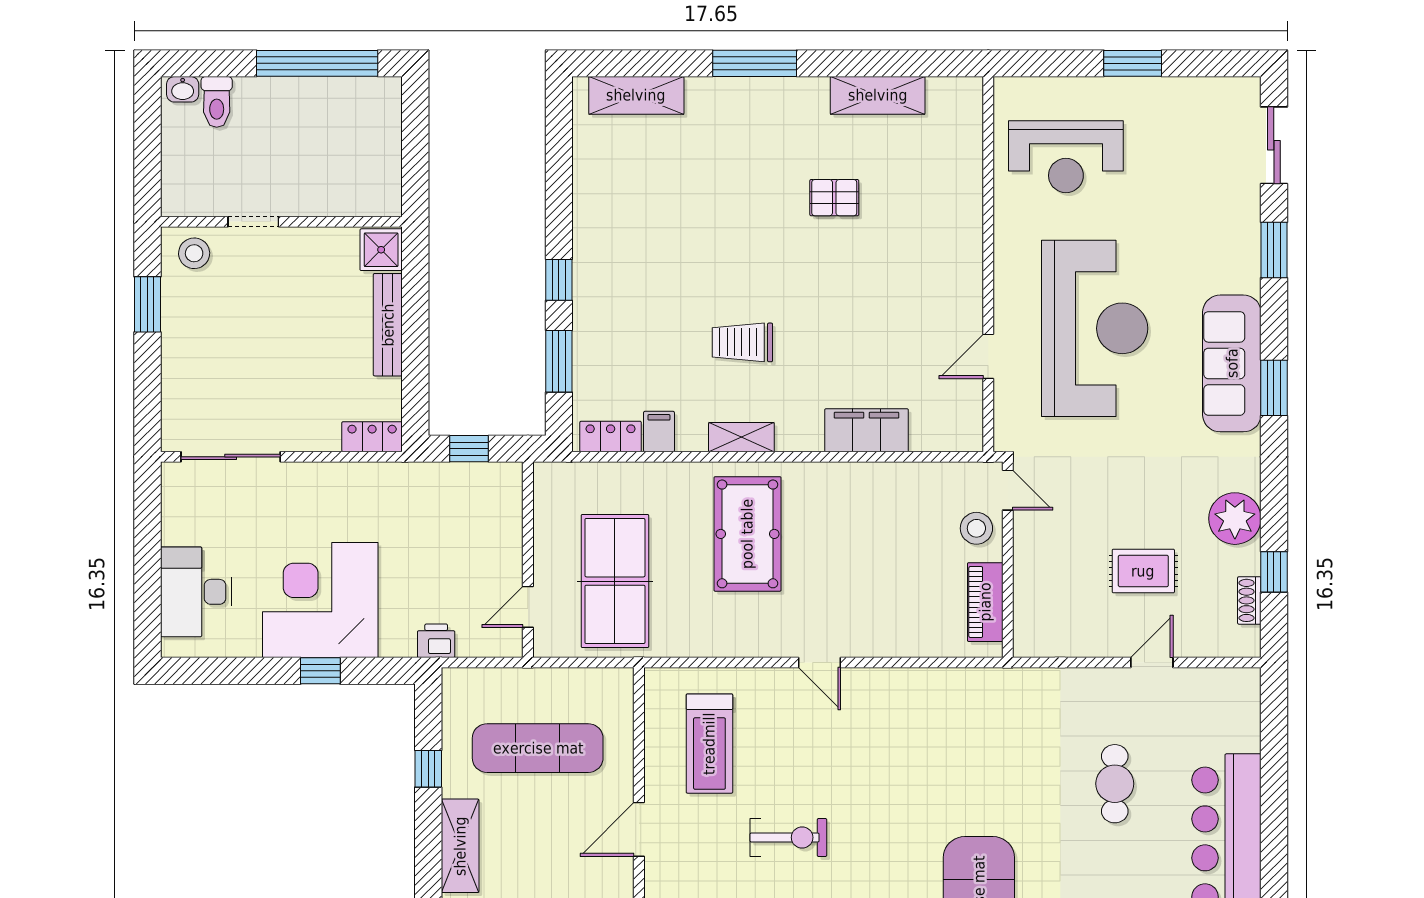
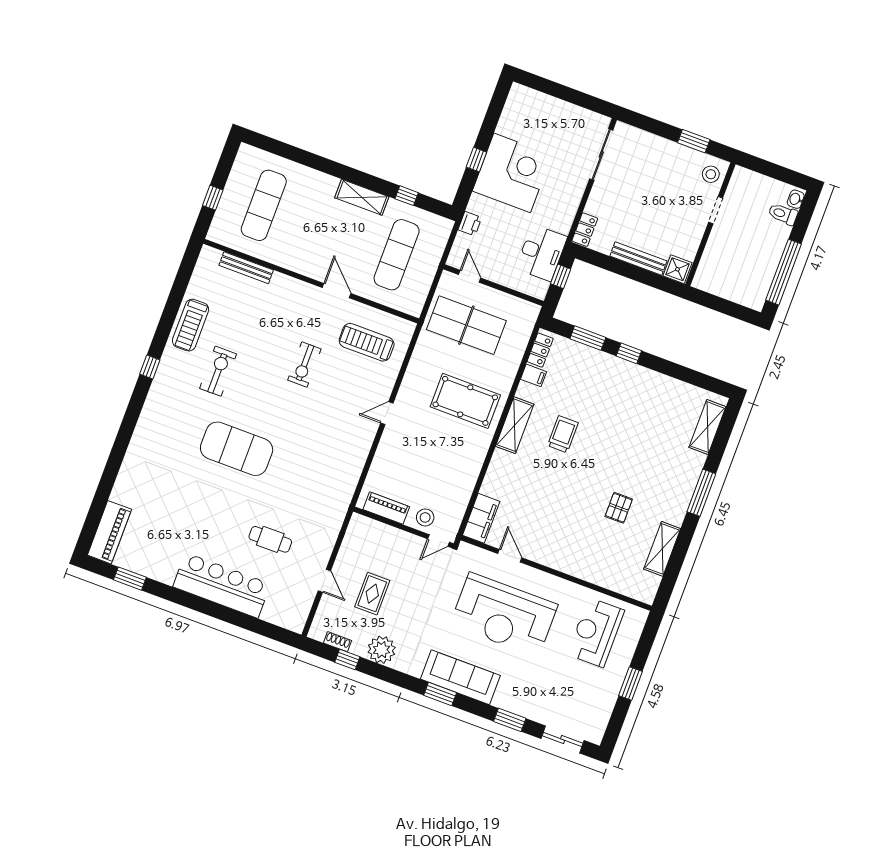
filing cabinet: (866, 430) -> (481, 518), moved
shelving: (741, 437) -> (515, 425), width x1.50, depth x1.33
desk: (196, 592) -> (541, 253), moved, turned 90

